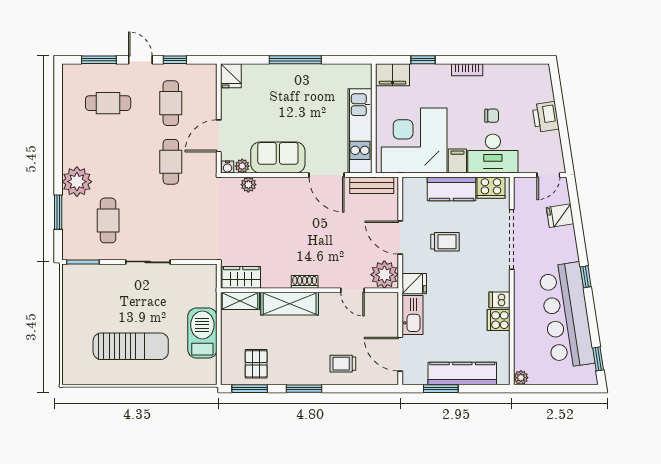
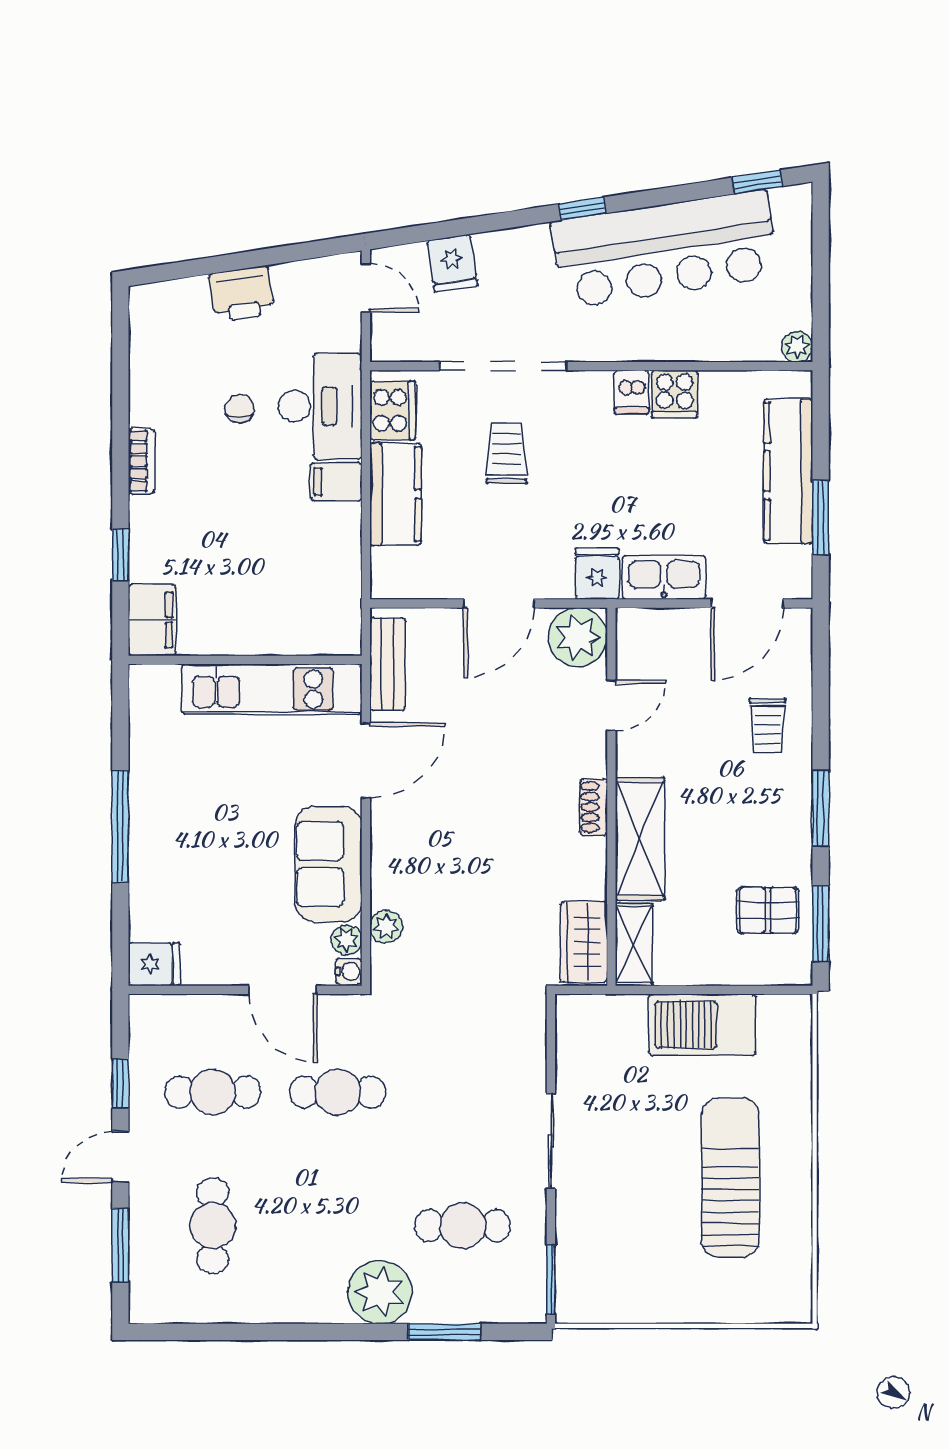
corner desk: (414, 140) -> (292, 574), removed
trolley: (445, 242) -> (507, 453), moved

